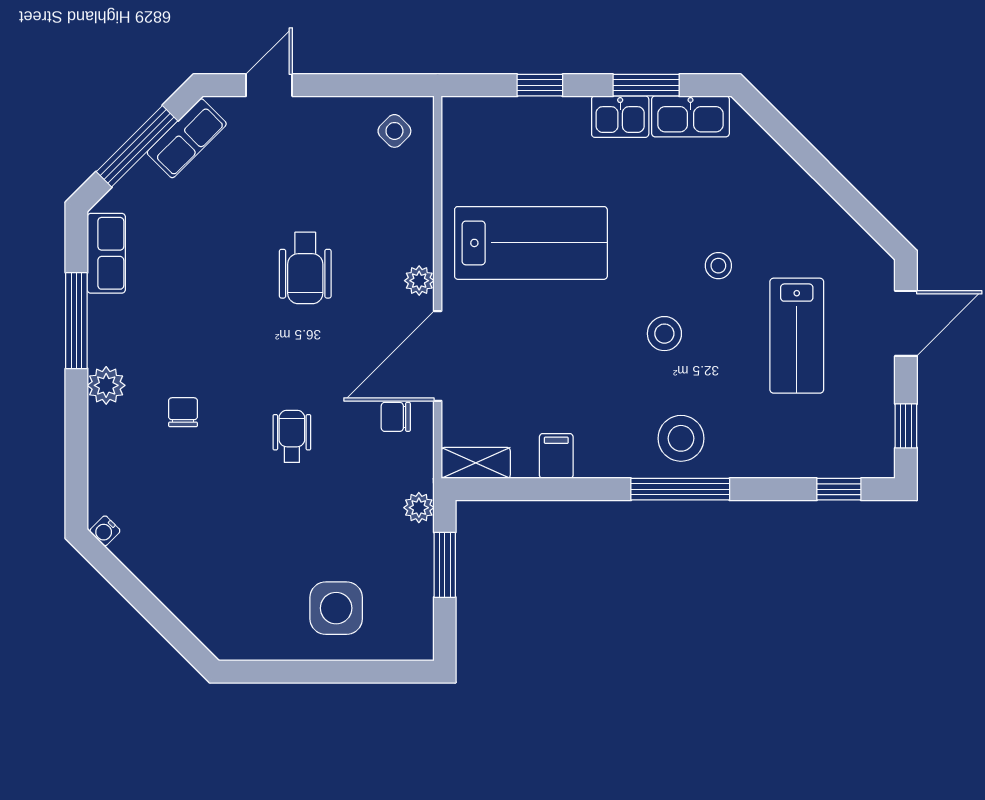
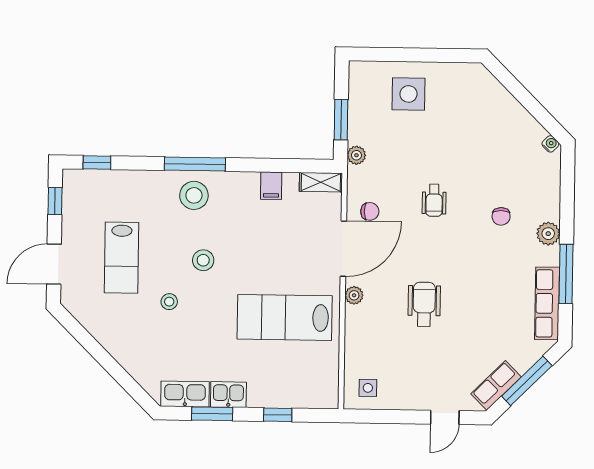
side table: (394, 131) -> (368, 388), turned 45
row of seats: (106, 253) -> (547, 303), width x1.48
lab bench: (797, 336) -> (122, 258), turned 180

